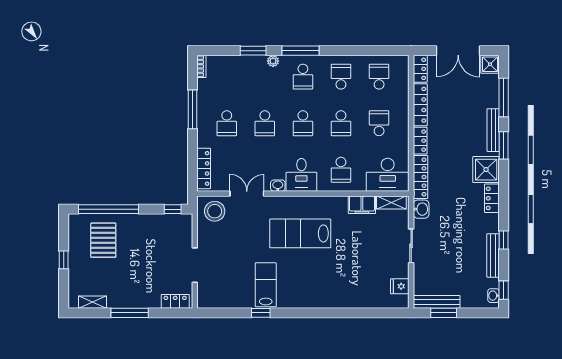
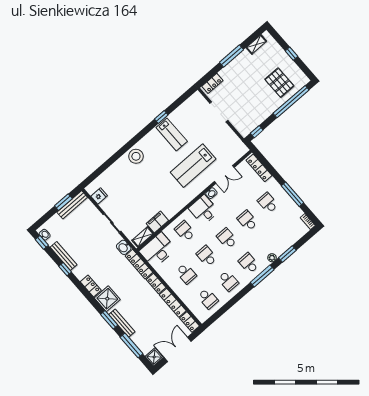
stool: (215, 211) -> (136, 156), moved
lab bench: (300, 233) -> (193, 166), moved, turned 180

